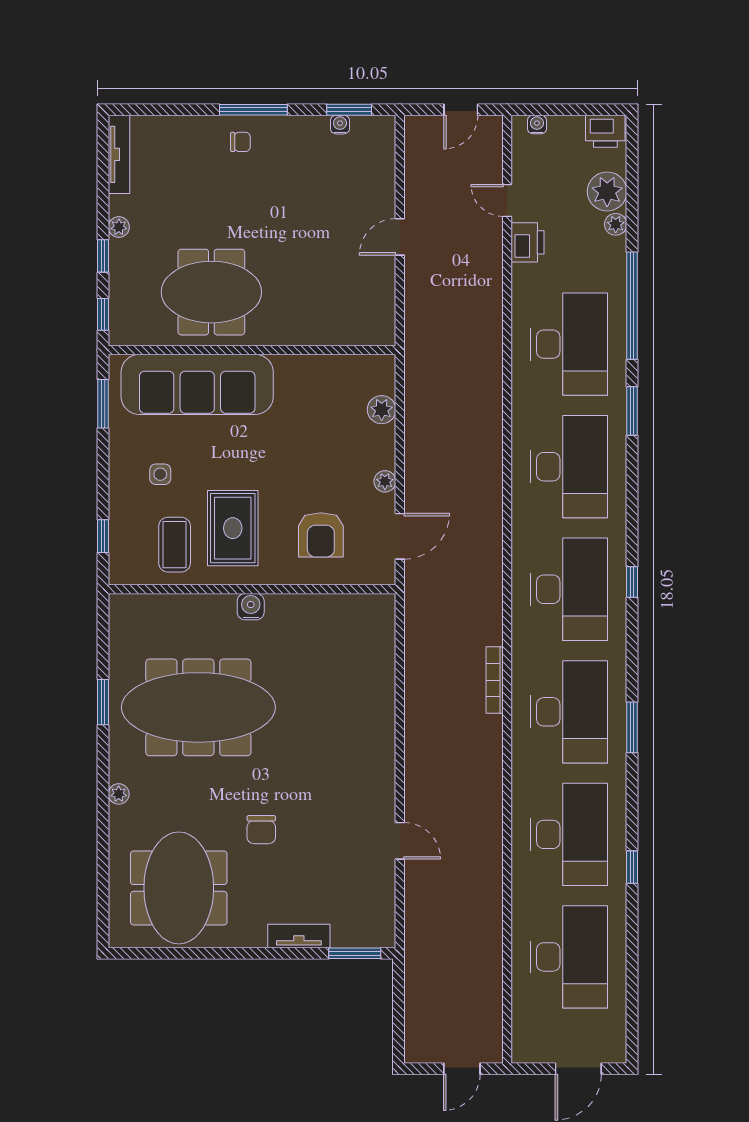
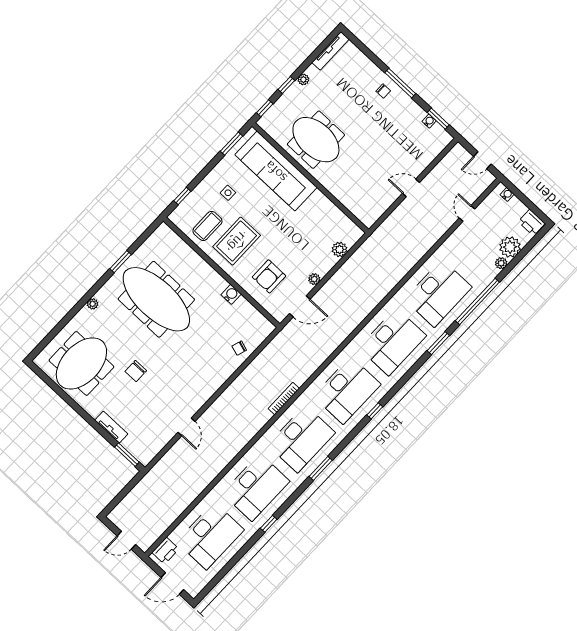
printer: (528, 242) -> (165, 551), moved
water cooler: (251, 607) -> (231, 294), moved
chair: (371, 668) -> (239, 348), added

